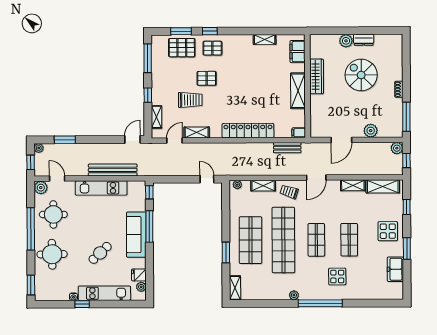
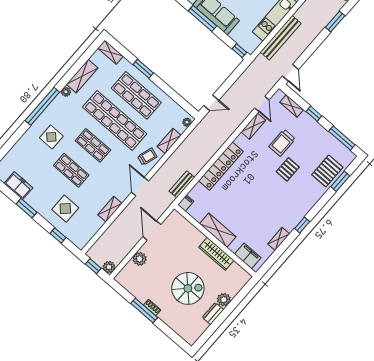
window: (210, 31) -> (302, 225), moved
pallet: (212, 48) -> (307, 194), removed
window: (406, 117) -> (144, 310), moved
shelving: (383, 186) -> (82, 76), moved
window: (149, 226) -> (202, 18), moved
display table: (388, 231) -> (65, 209), moved

